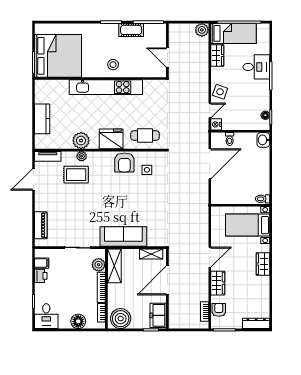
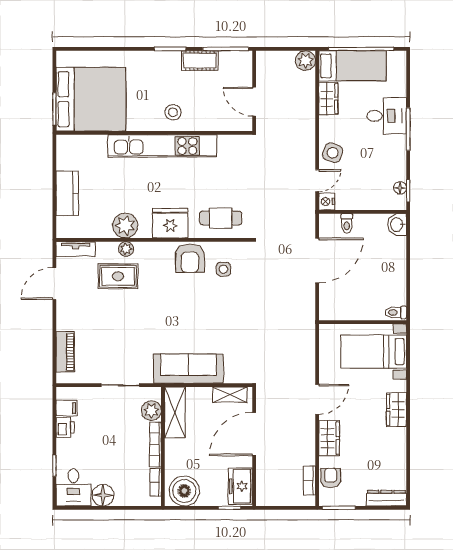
floor lamp: (78, 321) -> (103, 495), moved

